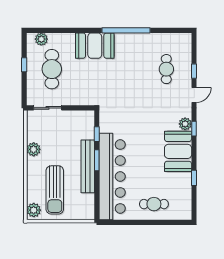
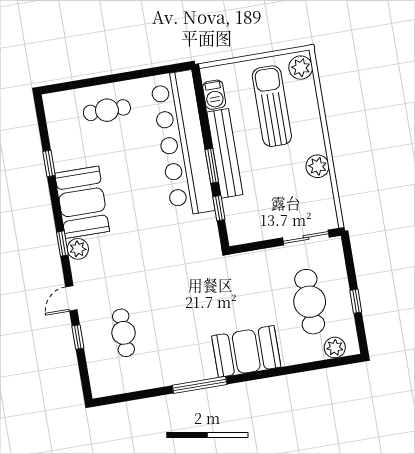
window: (126, 30) -> (200, 385), width x0.68
barbecue: (88, 203) -> (214, 95), added

